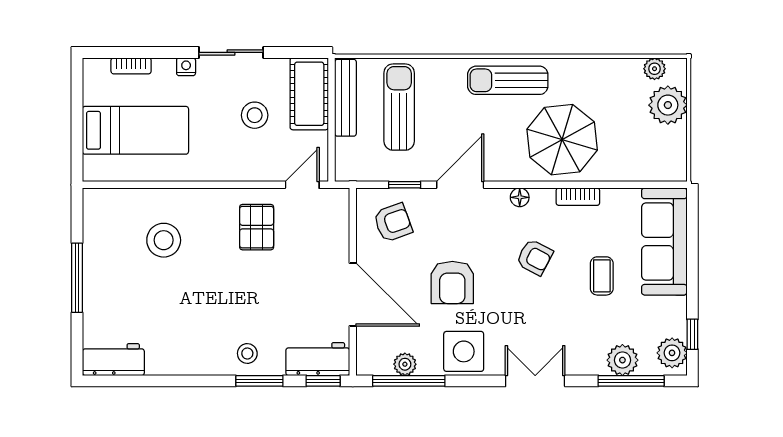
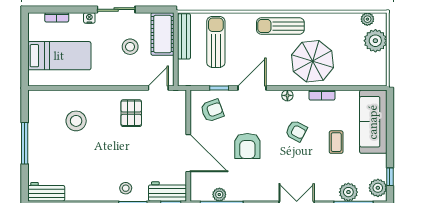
side table: (464, 351) -> (254, 187), removed

